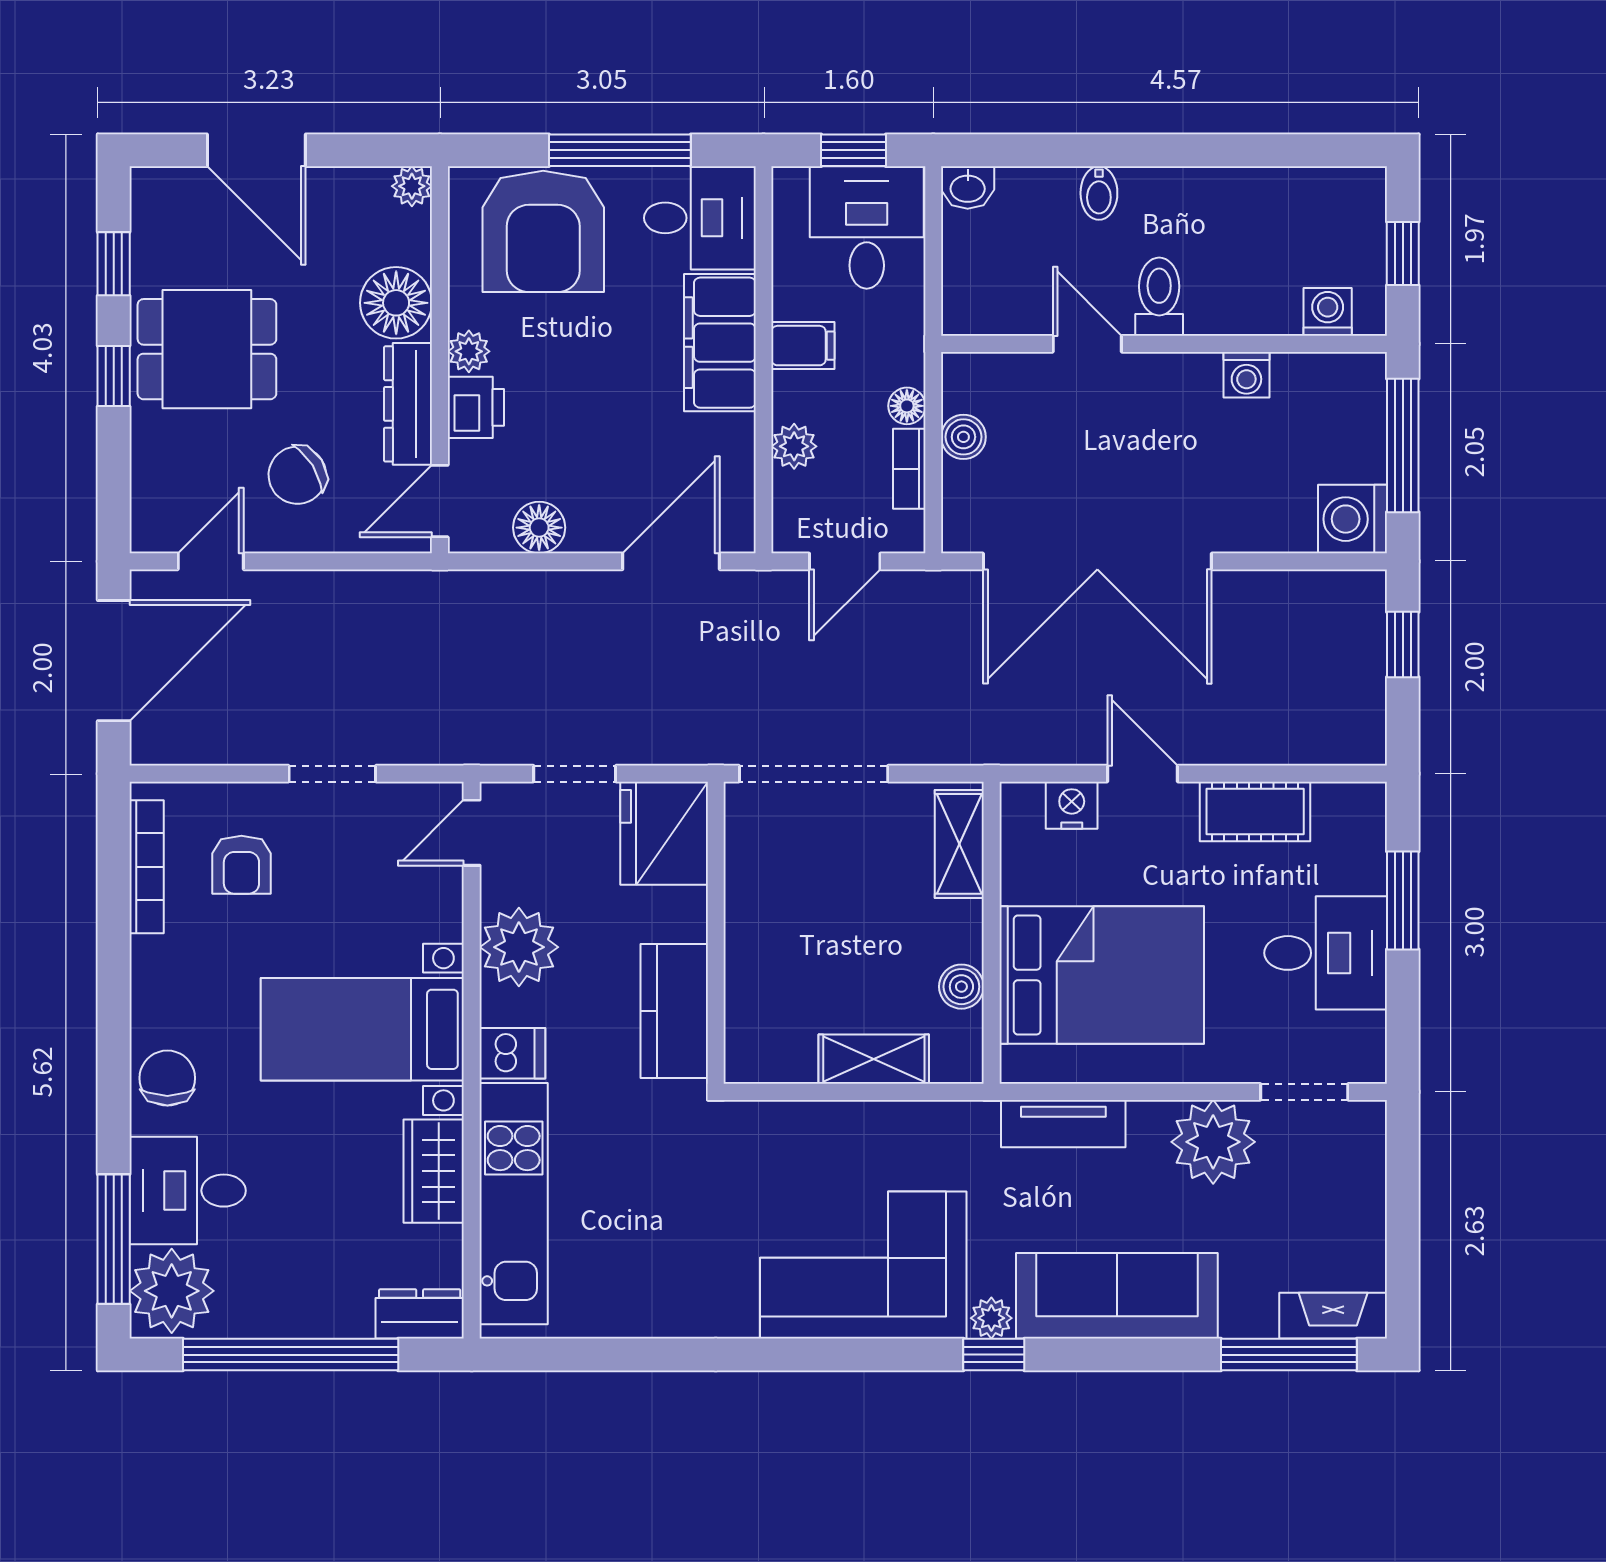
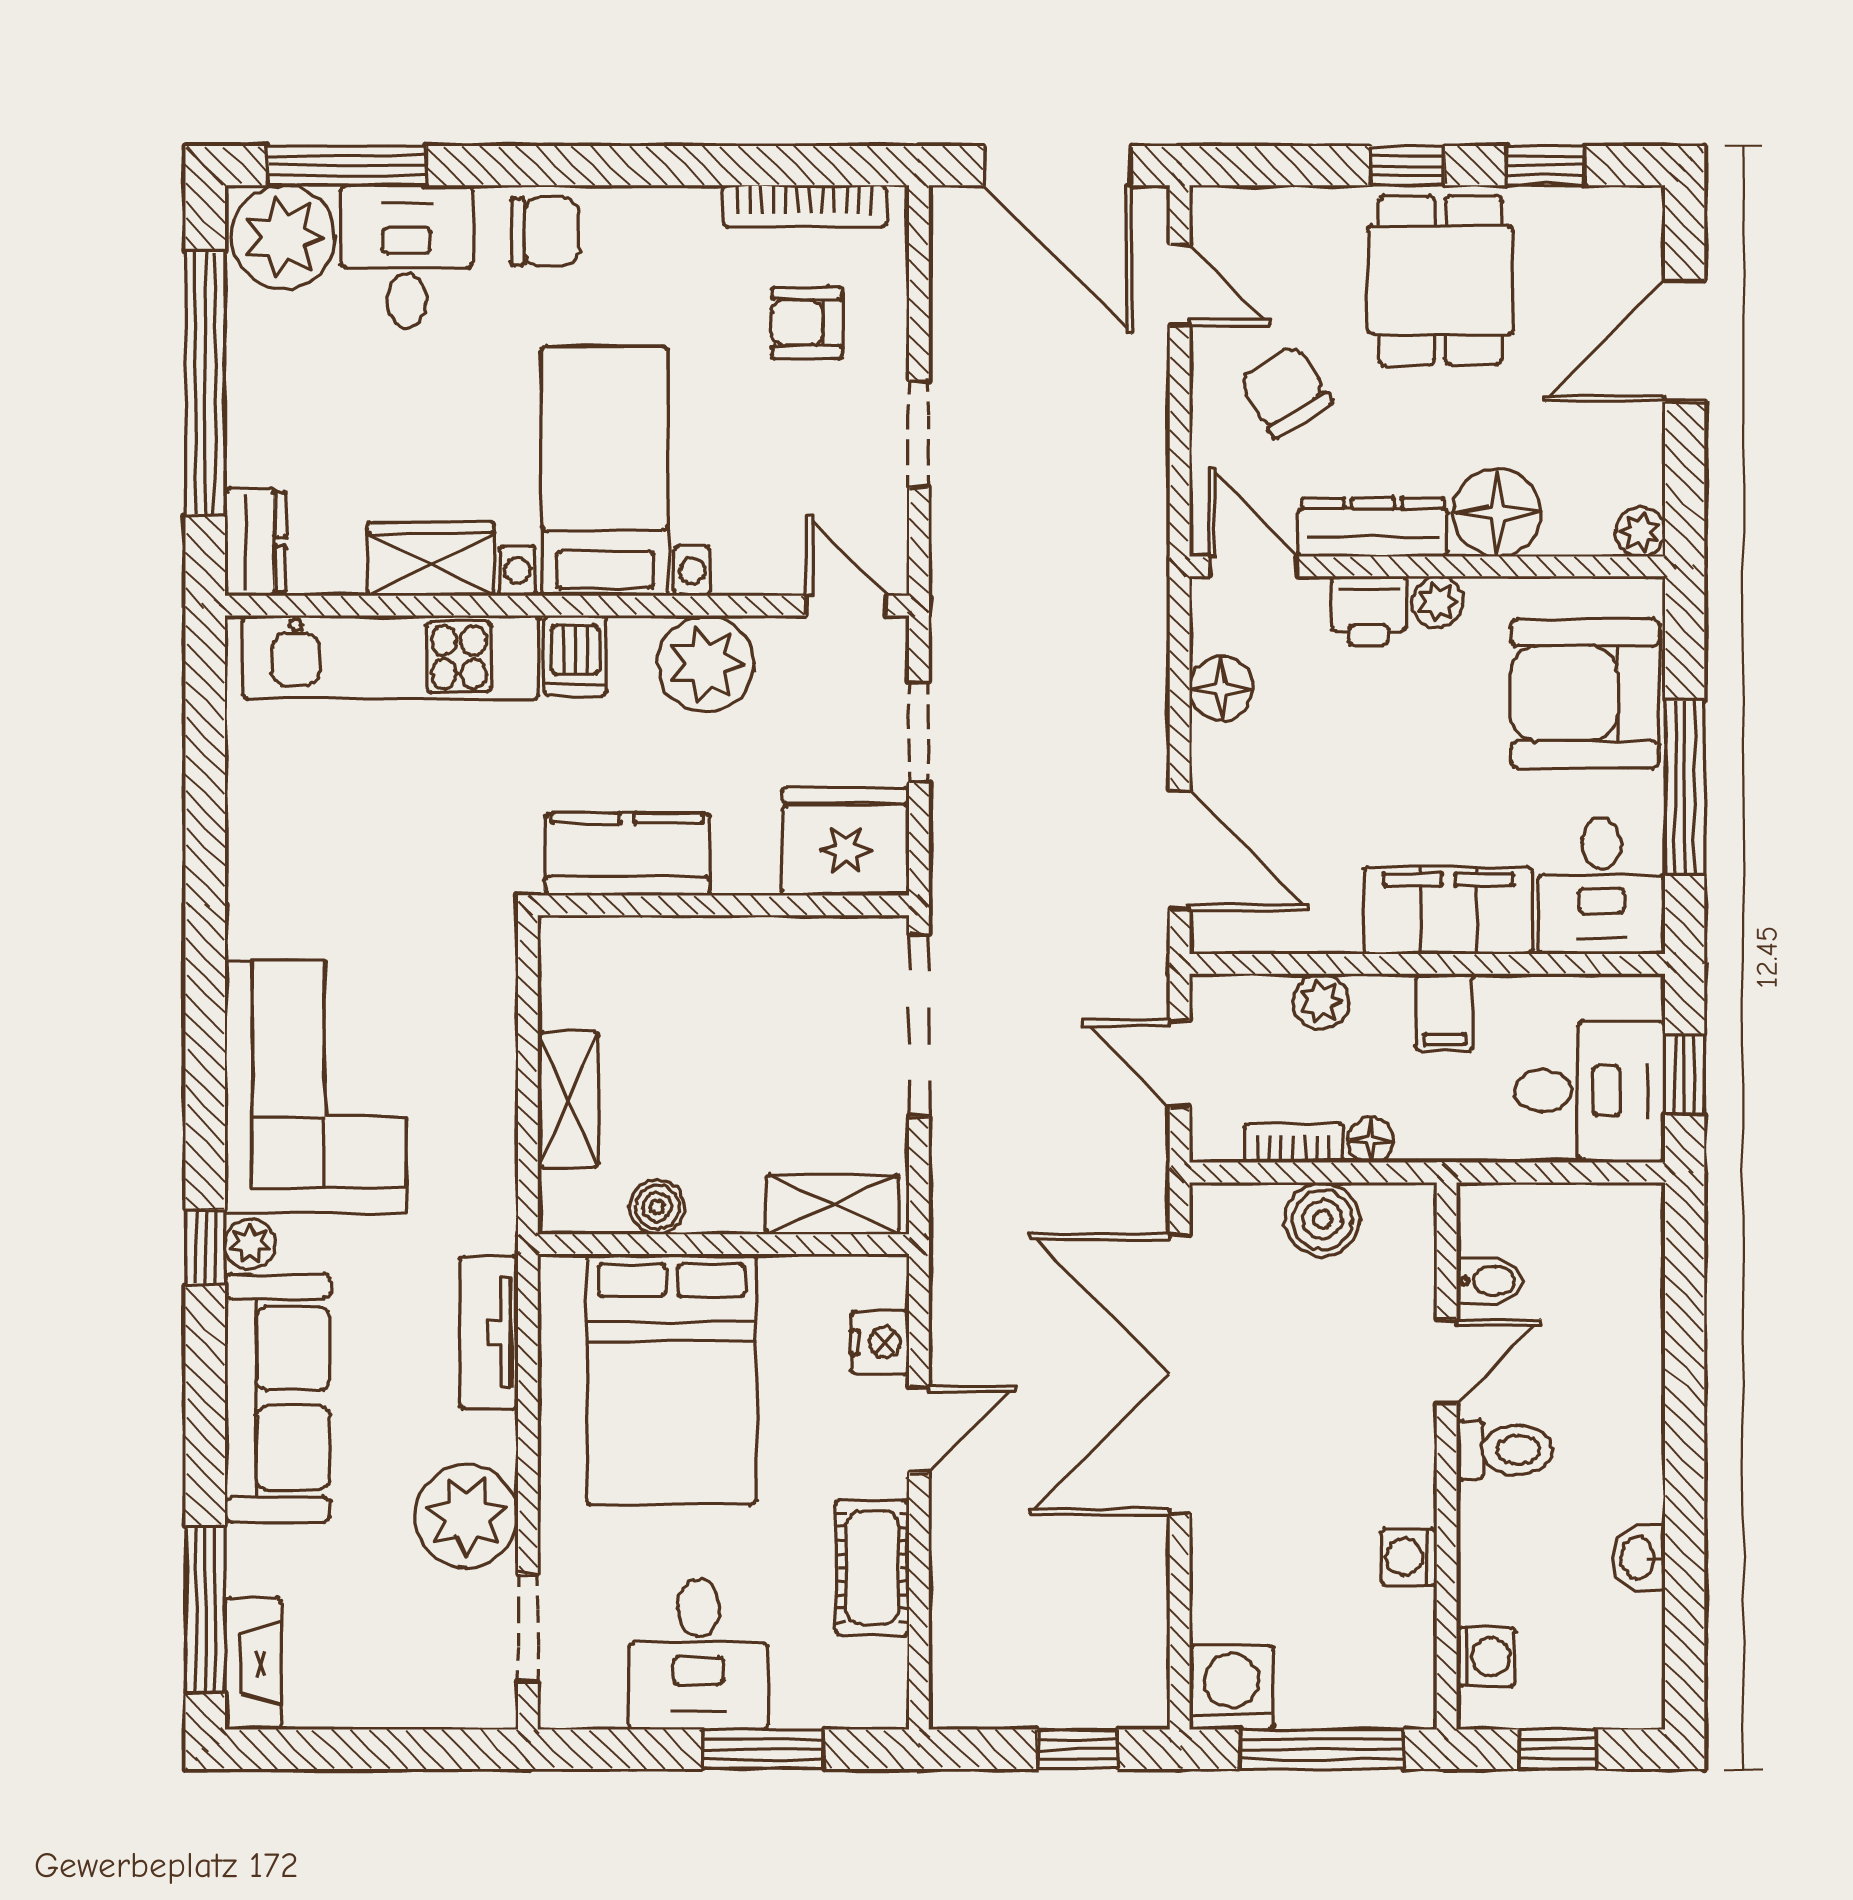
washbasin: (968, 187) -> (1639, 1558), moved
bidet: (1099, 193) -> (1490, 1281), moved, turned 180
boiler: (963, 437) -> (1323, 1220), width x1.36, depth x1.36

